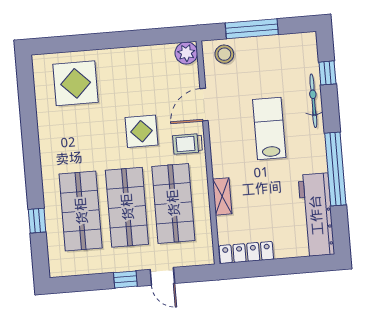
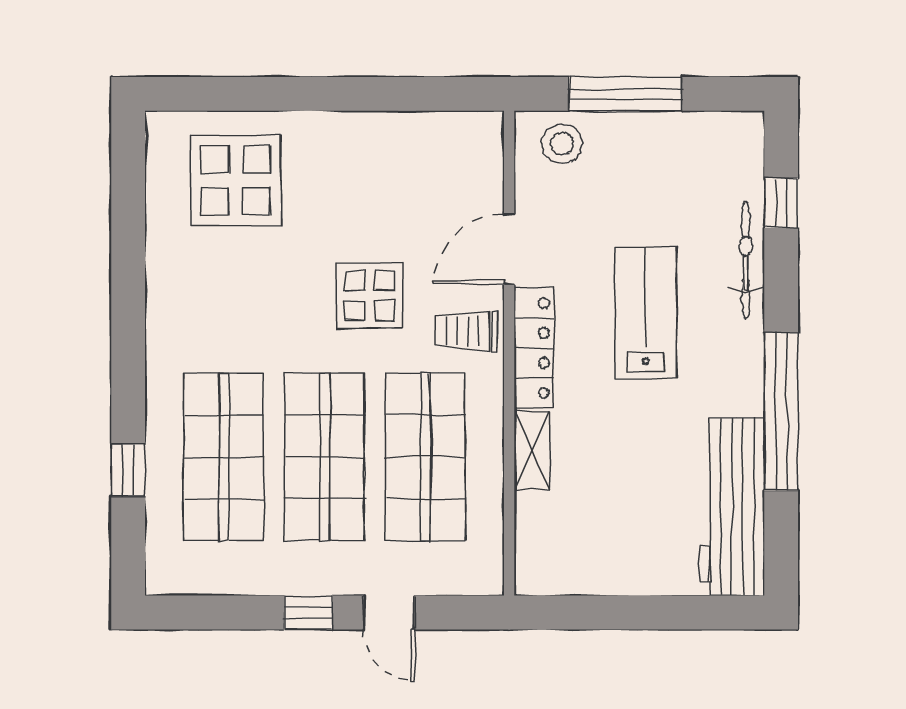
plant: (186, 53) -> (480, 135), removed
locker: (246, 253) -> (534, 348), moved, turned 90

